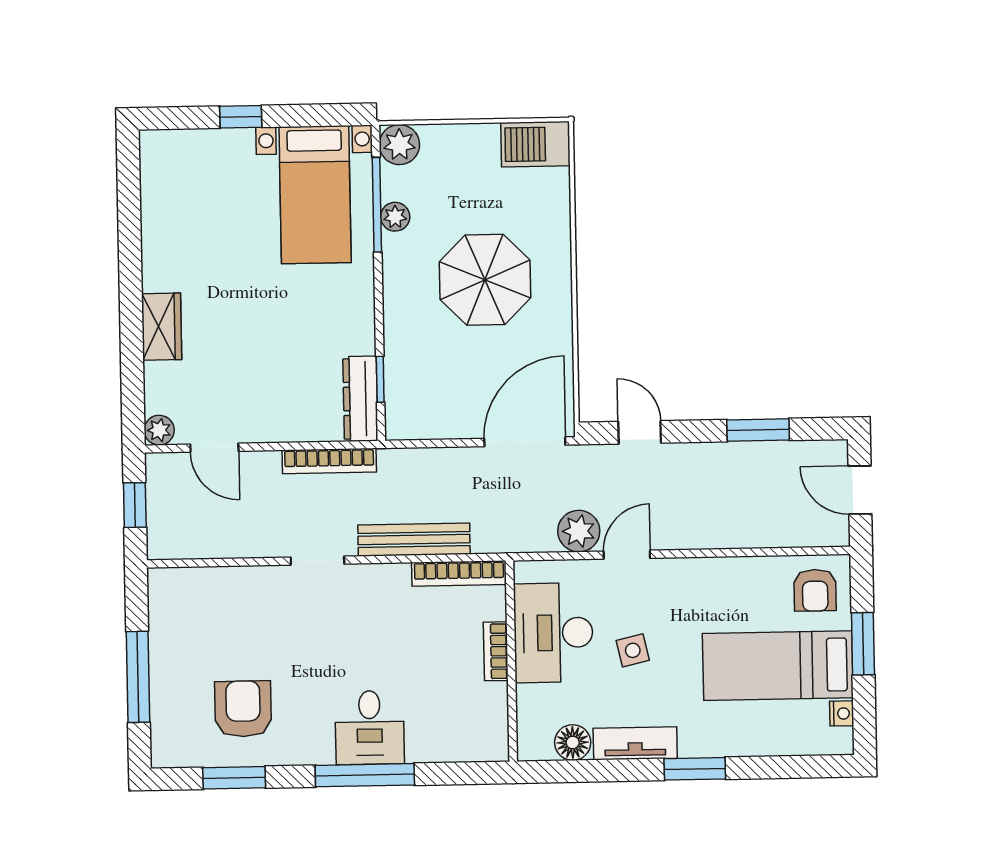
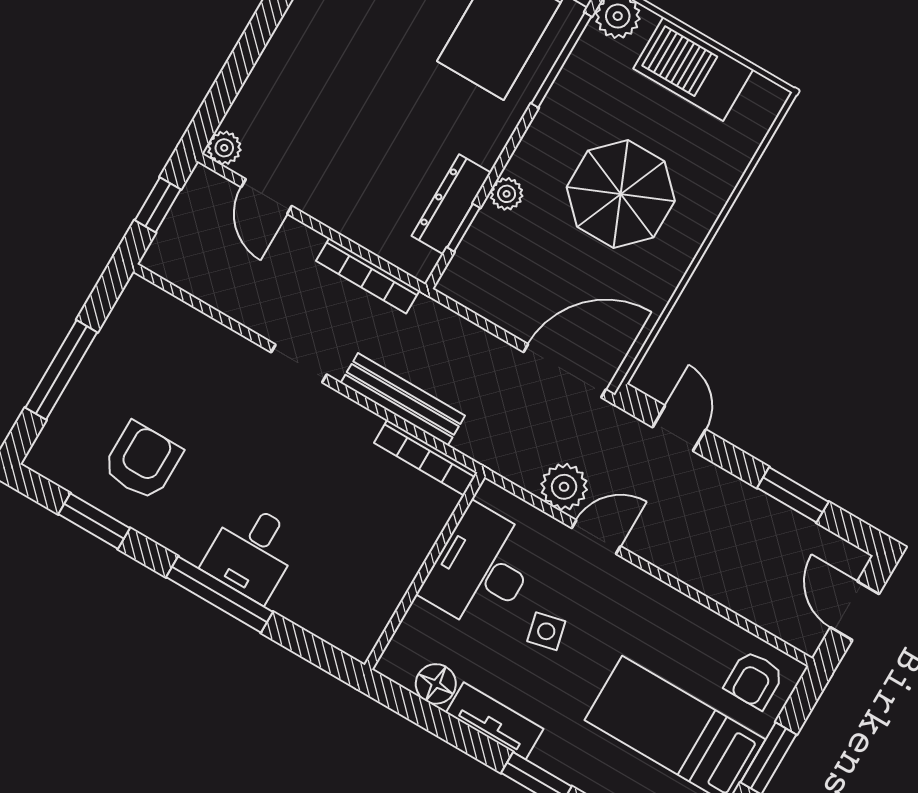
barbecue: (535, 144) -> (693, 69), moved, width x1.37, depth x1.21
plant: (395, 217) -> (507, 194), moved
wardrobe: (162, 327) -> (287, 51), removed
dresser: (360, 399) -> (451, 204), moved
bookcase: (496, 651) -> (416, 553), removed

